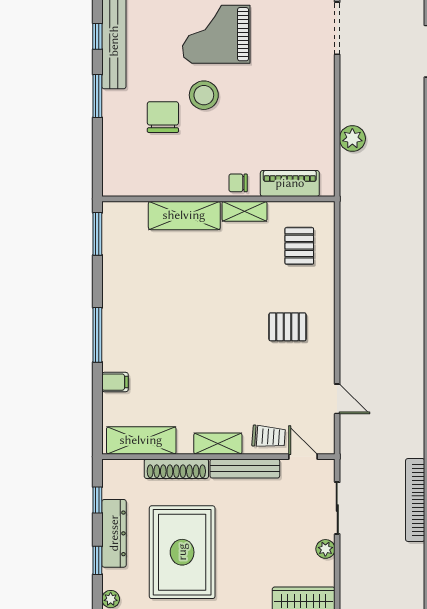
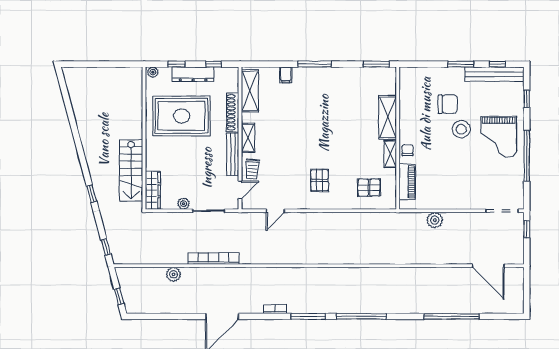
grand piano: (216, 34) -> (499, 137), turned 180

